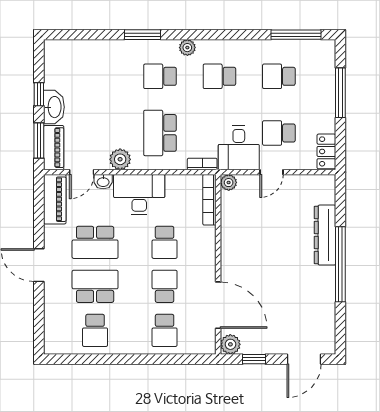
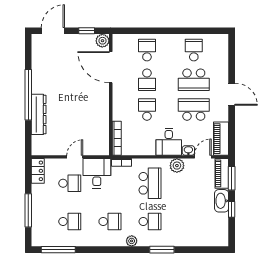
plant: (229, 183) -> (104, 150), removed
desk: (139, 194) -> (169, 142), width x0.73

